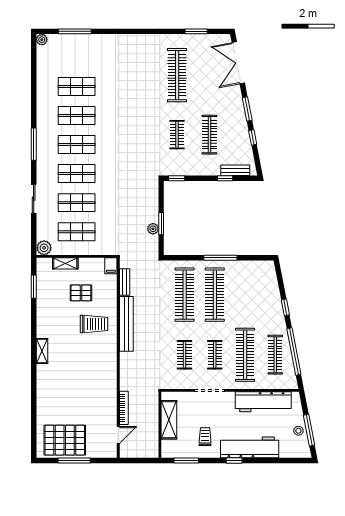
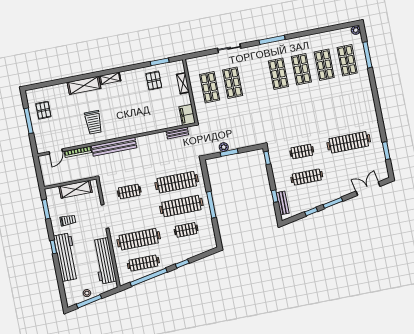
double door: (238, 63) -> (368, 189), width x0.73
shop shelf: (77, 174) -> (347, 60), moved
plant: (44, 248) -> (192, 64), removed
filing cabinet: (111, 266) -> (187, 115), width x2.00
pallet: (81, 293) -> (154, 81), moved
trolley: (94, 324) -> (93, 122), moved
bench: (126, 324) -> (114, 147), moved
clothes rail: (215, 355) -> (186, 230), moved
shelving: (44, 385) -> (84, 85), added
door: (118, 435) -> (56, 152), hinge flipped
pallet: (65, 440) -> (43, 110), width x0.49, depth x0.50

